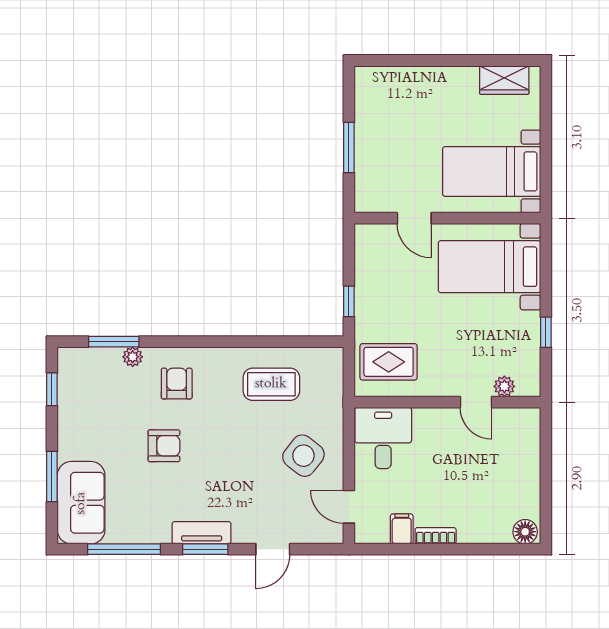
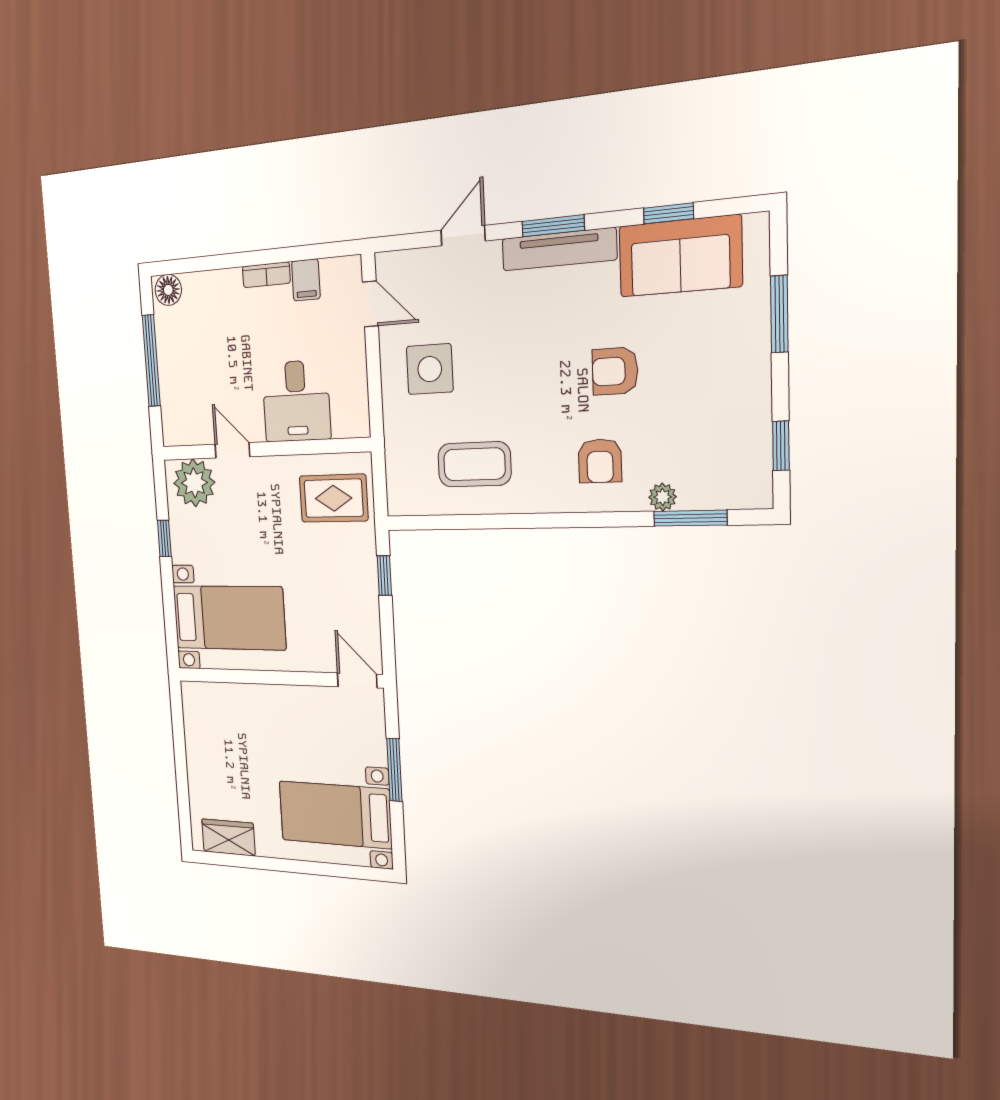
bed with nightstands: (492, 171) -> (335, 815), moved, turned 180
door: (414, 218) -> (357, 680), moved
plant: (504, 386) -> (194, 483), width x1.88, depth x1.88
desk: (383, 438) -> (296, 401), moved
side table: (303, 456) -> (430, 369), turned -38
window: (546, 477) -> (151, 361), added
sofa: (81, 503) -> (680, 256), moved, turned -90
tv unit: (202, 533) -> (559, 249), width x1.41
window: (124, 549) -> (668, 213), width x0.46

